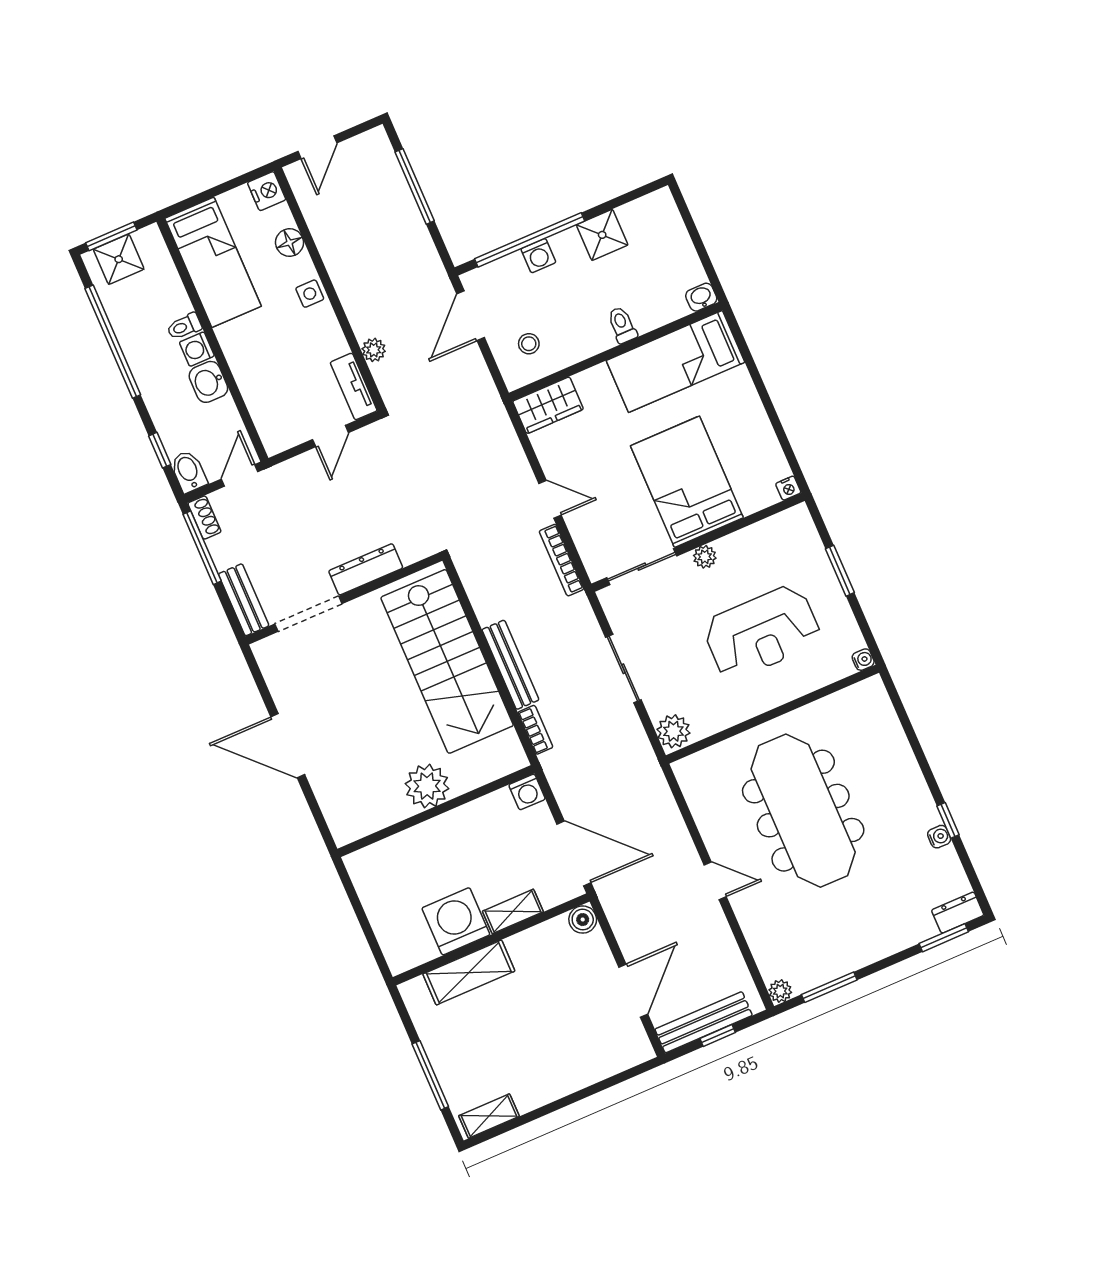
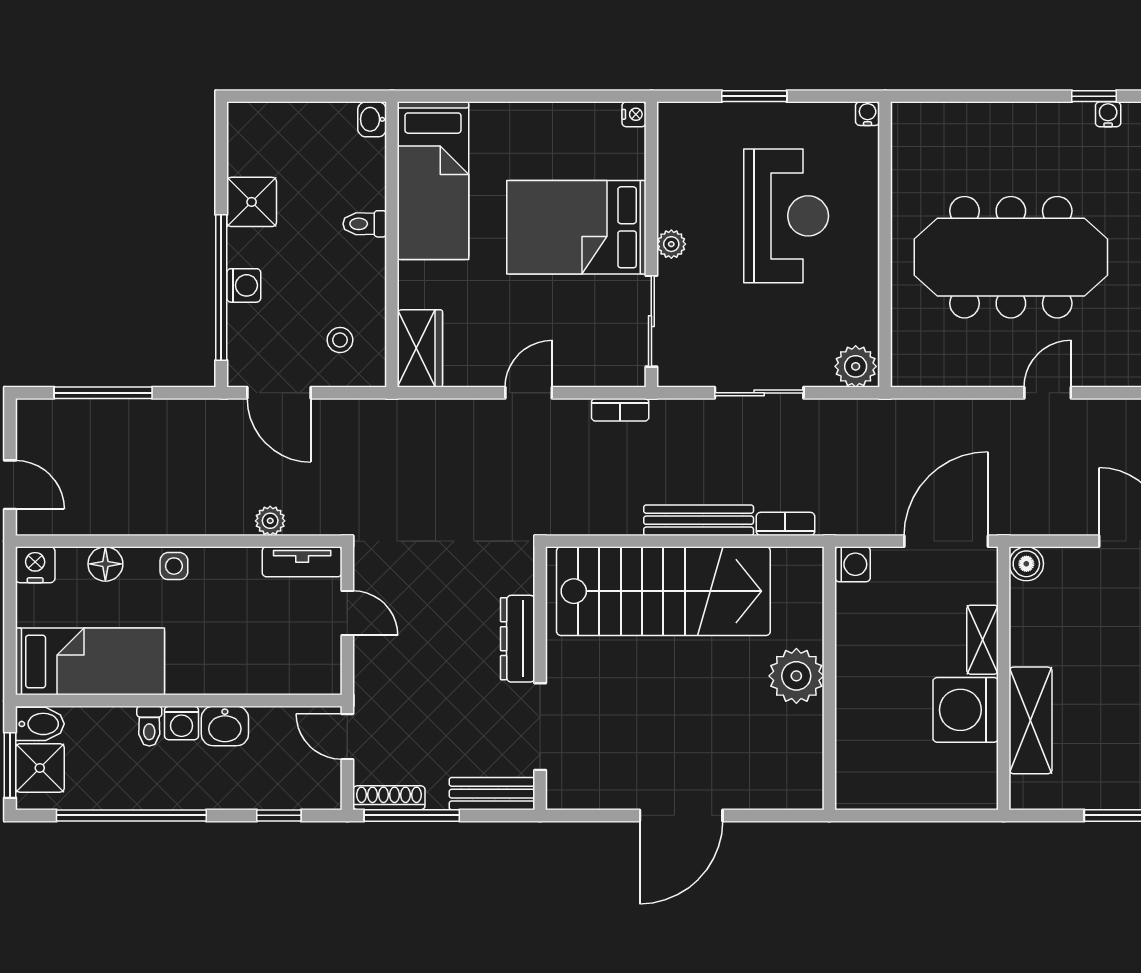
bidet: (189, 471) -> (40, 724), moved, turned 180
shoe rack: (204, 517) -> (389, 798), width x1.43
bookcase: (562, 560) -> (620, 410), width x0.64

